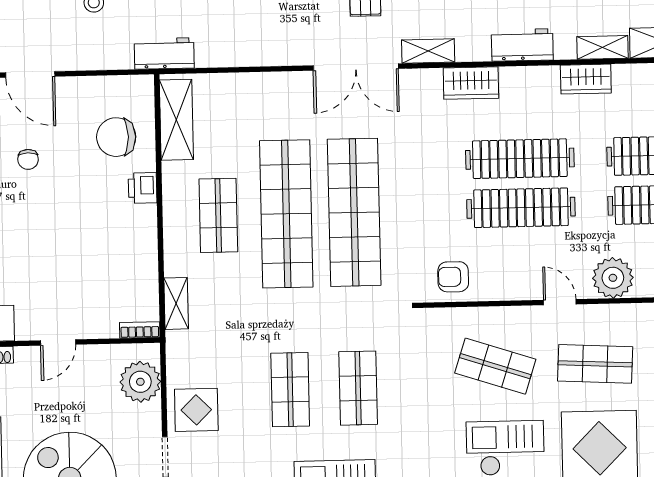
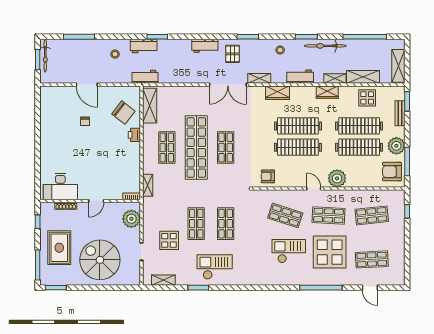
chair: (116, 137) -> (123, 113), turned -142
shop shelf: (354, 212) -> (226, 147), width x0.50, depth x0.74
display table: (196, 410) -> (169, 240), moved

